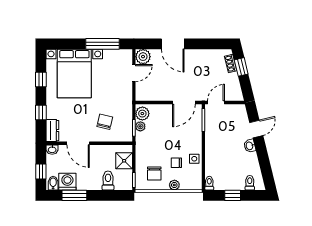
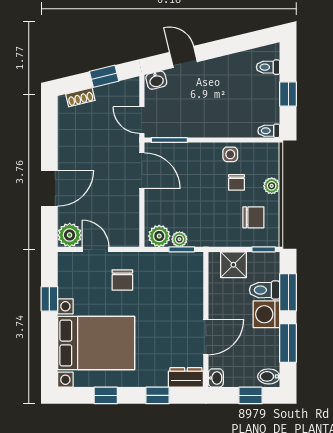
window: (102, 44) -> (49, 299), width x0.46
window: (241, 67) -> (104, 76), moved
chair: (105, 122) -> (122, 280), moved, turned -103
washbasin: (250, 146) -> (156, 80), moved
washing machine: (67, 182) -> (266, 314), moved
window: (107, 195) -> (288, 292), added

